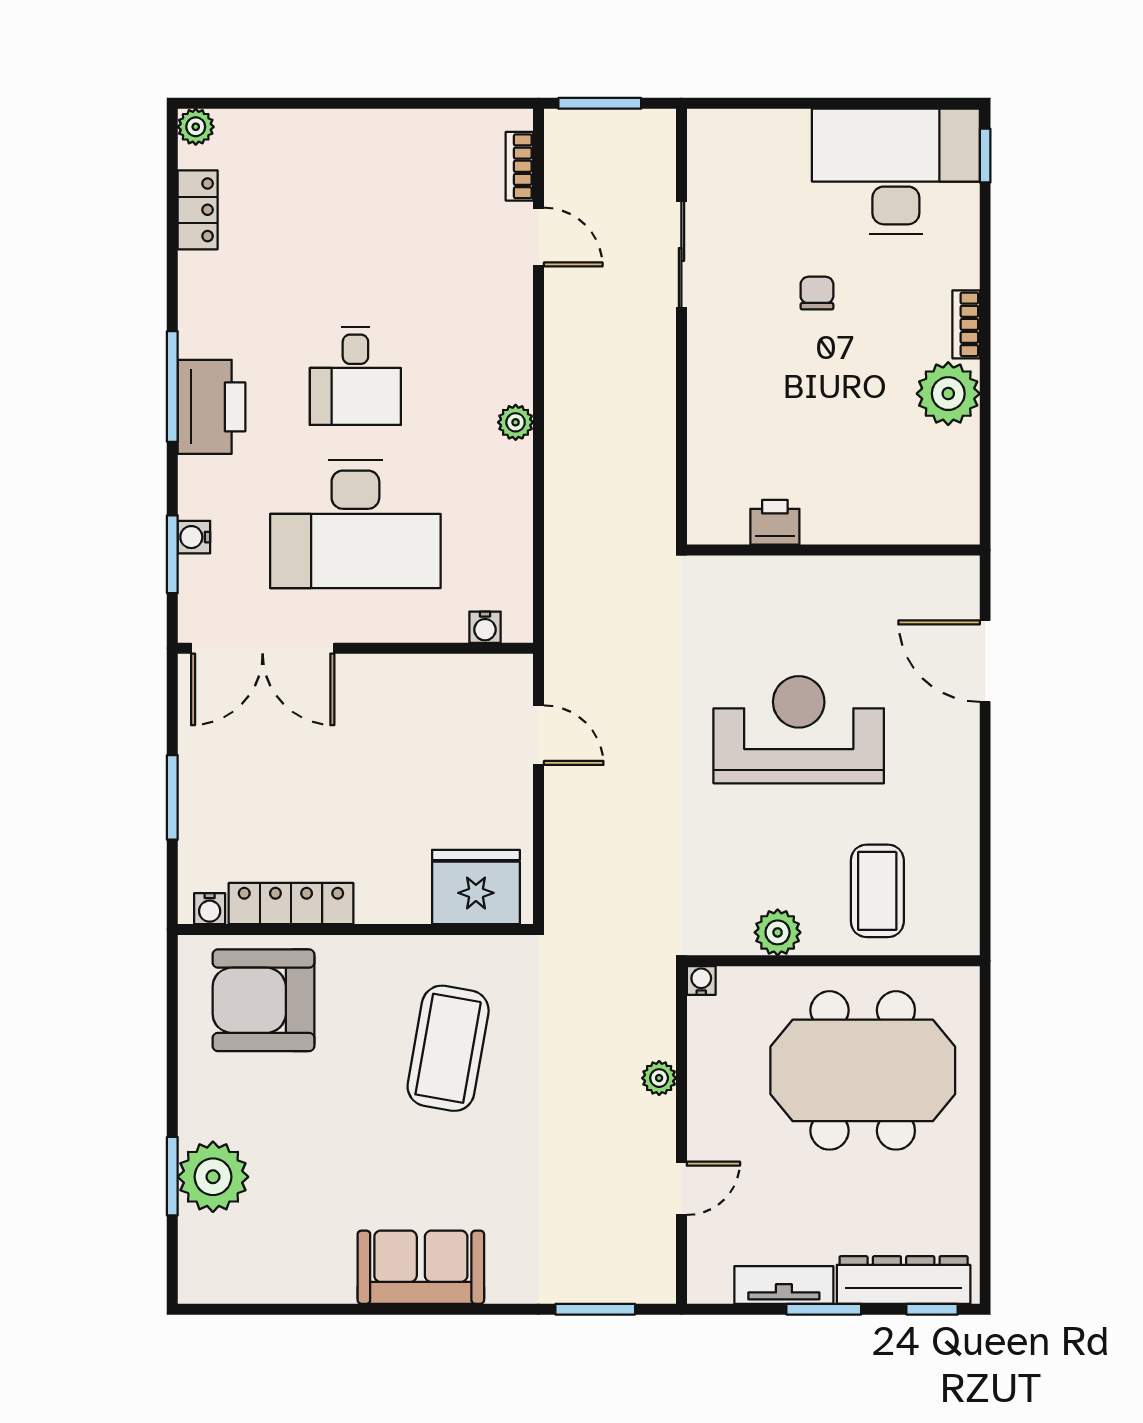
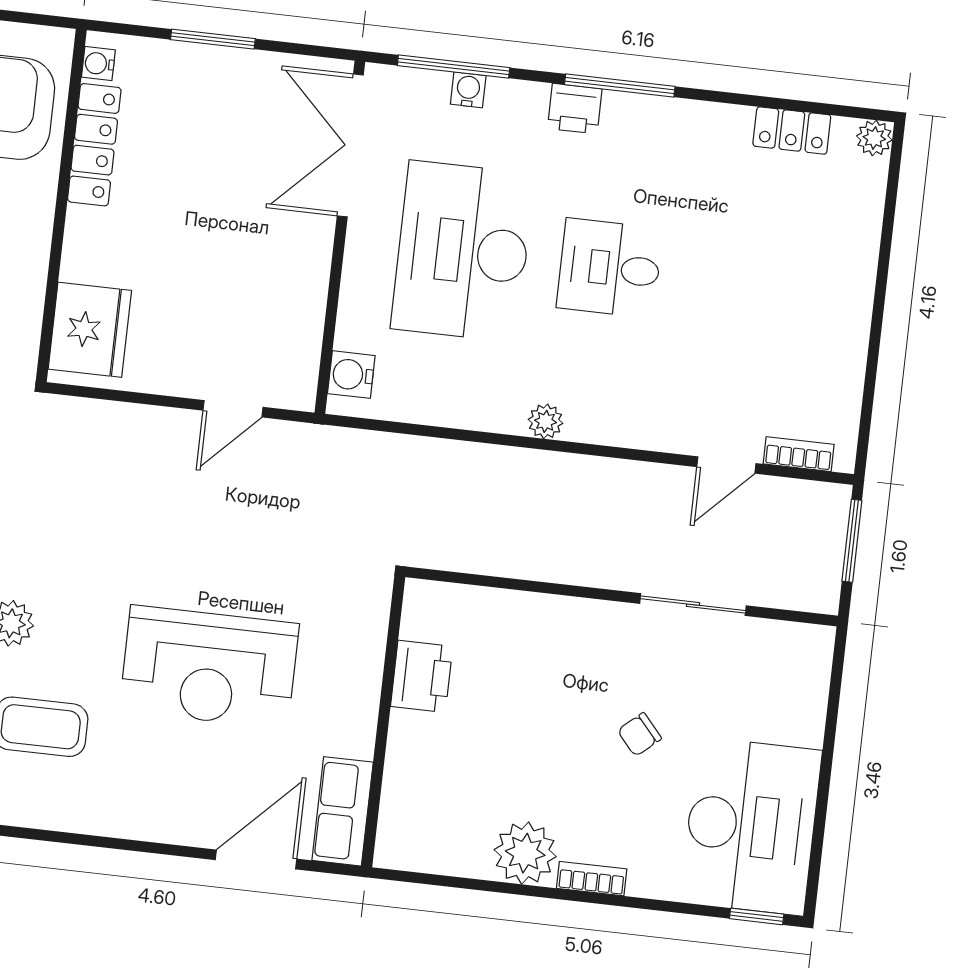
chair: (817, 293) -> (639, 734), turned 139
printer: (211, 407) -> (575, 109), width x0.53, depth x0.68
printer: (775, 522) -> (422, 676), width x1.36, depth x1.24
window: (172, 554) -> (454, 67), width x1.44
row of seats: (927, 580) -> (343, 811), added
water cooler: (485, 627) -> (351, 375), width x1.38, depth x1.38
reception desk: (799, 730) -> (209, 667), turned 90

